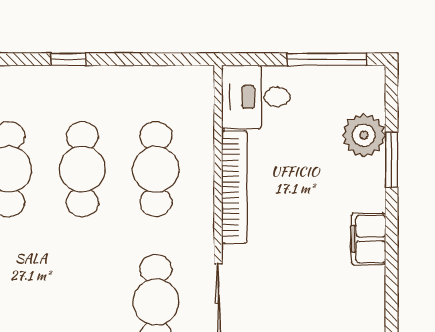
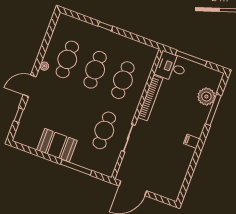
window: (327, 59) -> (191, 58), moved
window: (391, 160) -> (213, 110), width x1.44
filing cabinet: (368, 239) -> (192, 141), width x0.50

